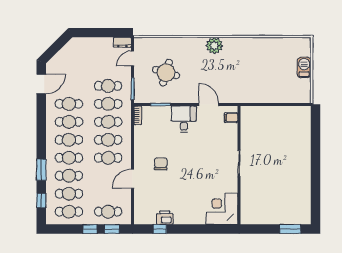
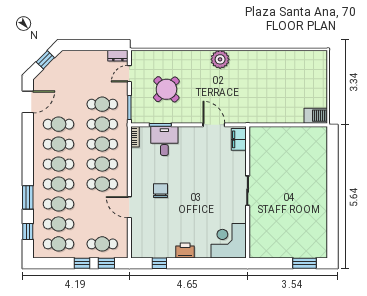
window: (57, 46) -> (45, 60), added
barbecue: (304, 68) -> (316, 116), moved, turned 90
round table: (166, 73) -> (166, 89), turned 30
filing cabinet: (231, 118) -> (239, 139), width x2.00
desk: (184, 119) -> (164, 141), moved
door: (133, 179) -> (129, 207), hinge flipped
printer: (165, 218) -> (185, 251), moved

